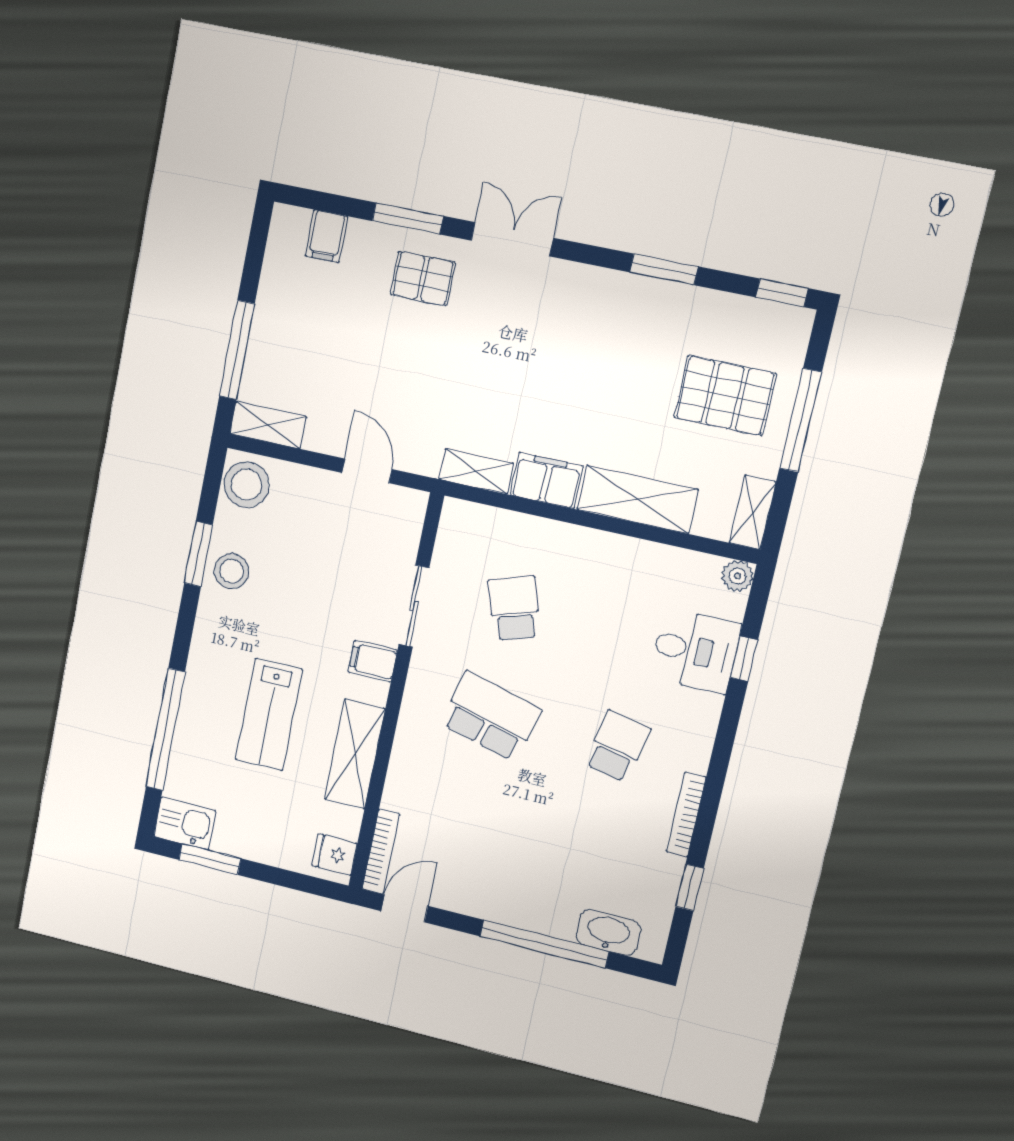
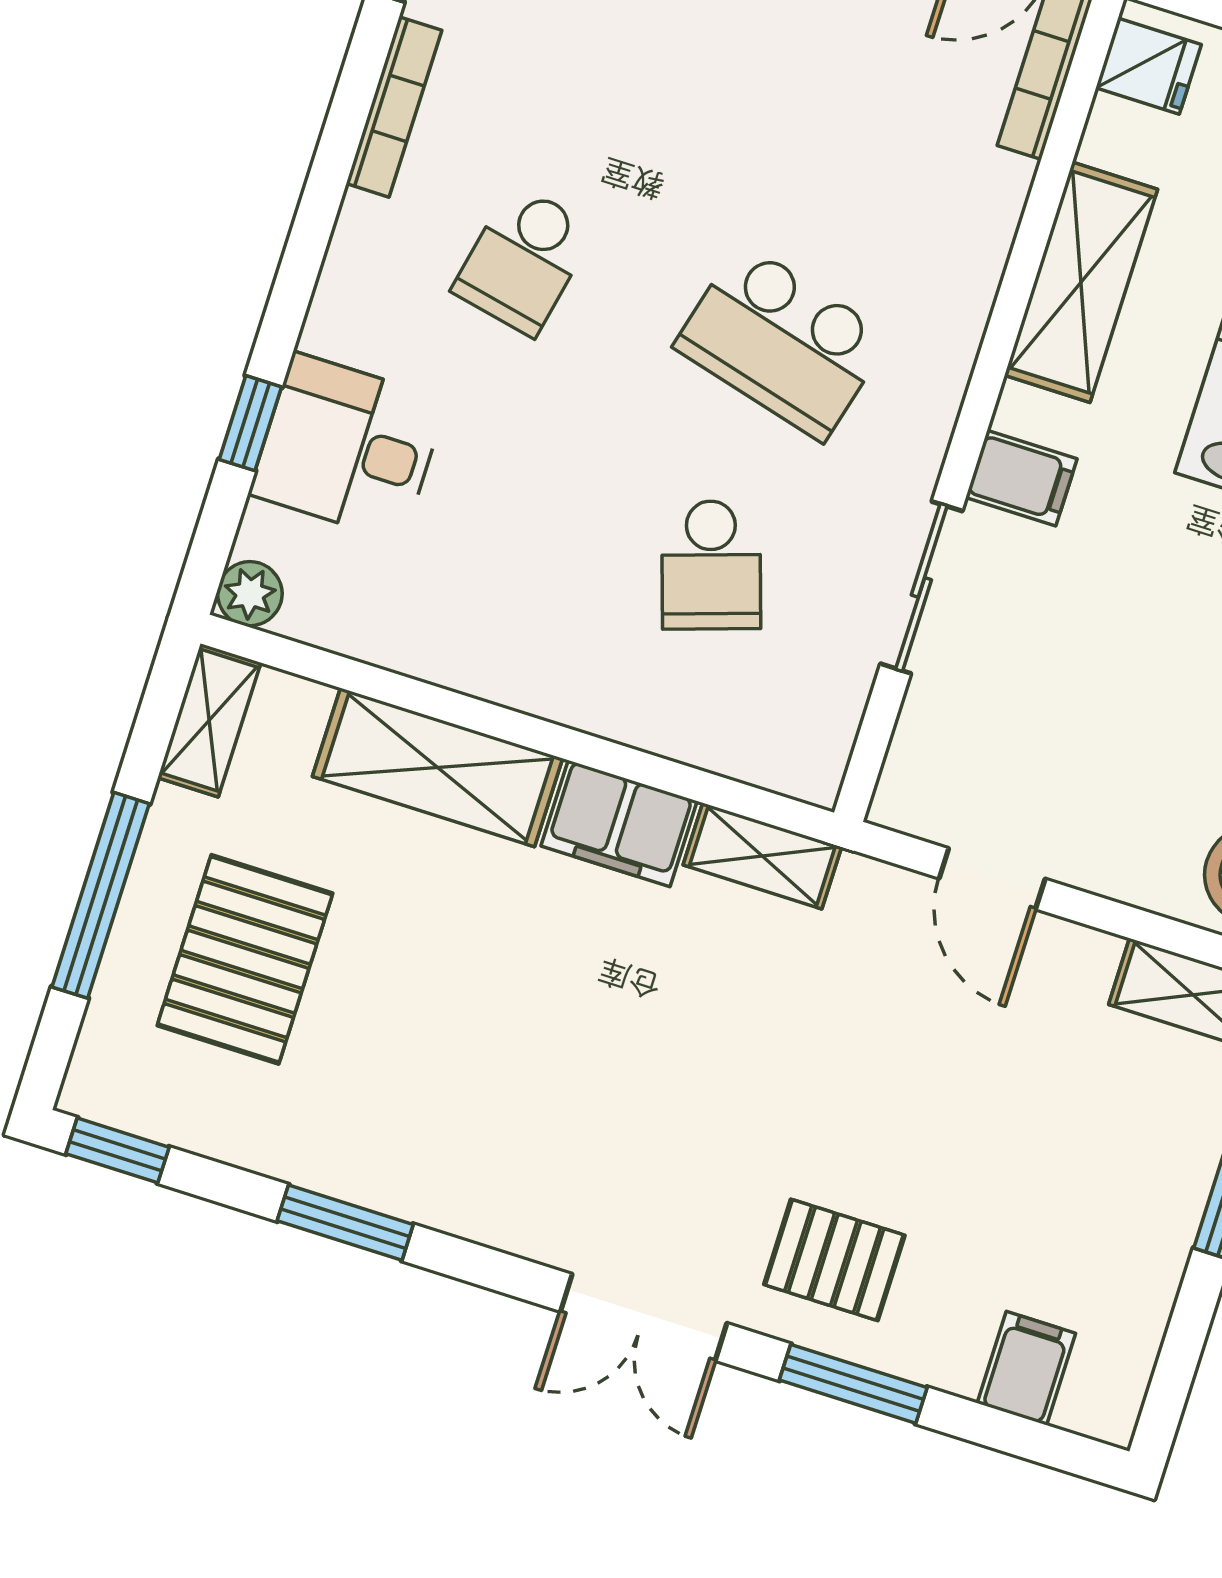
pallet: (725, 396) -> (245, 959), turned 90

